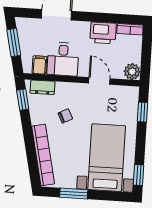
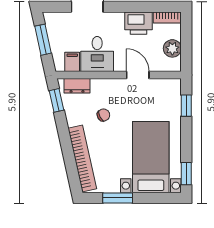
plant: (132, 72) -> (172, 48), moved

